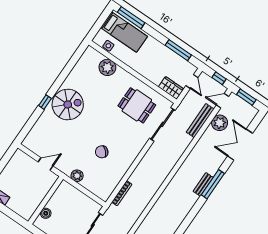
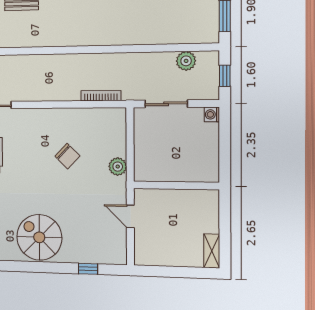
window: (45, 102) -> (88, 269), moved
boiler: (46, 213) -> (193, 174), removed

